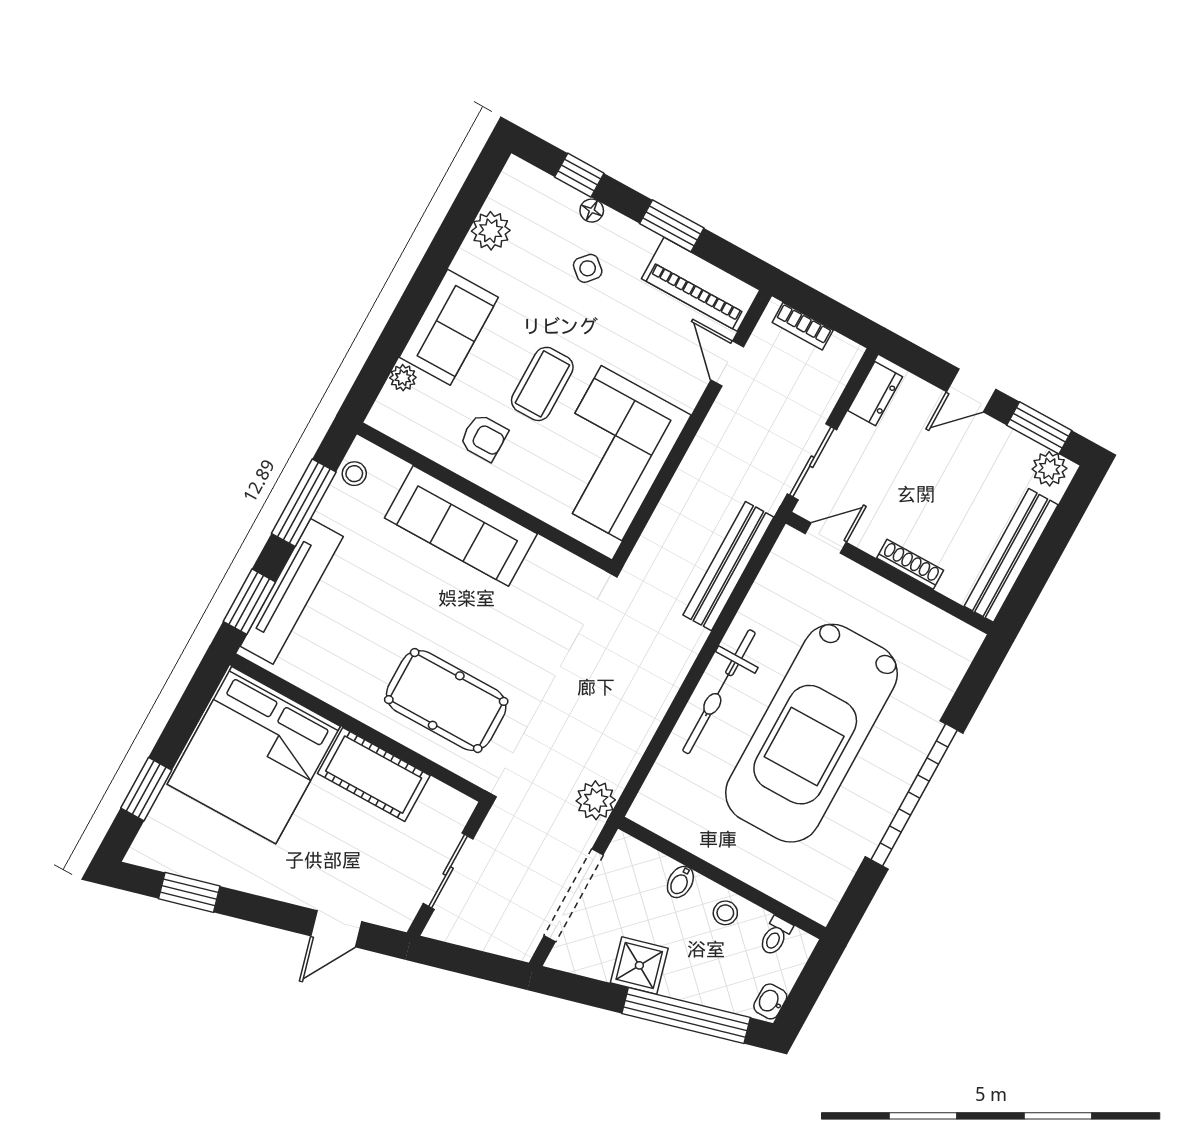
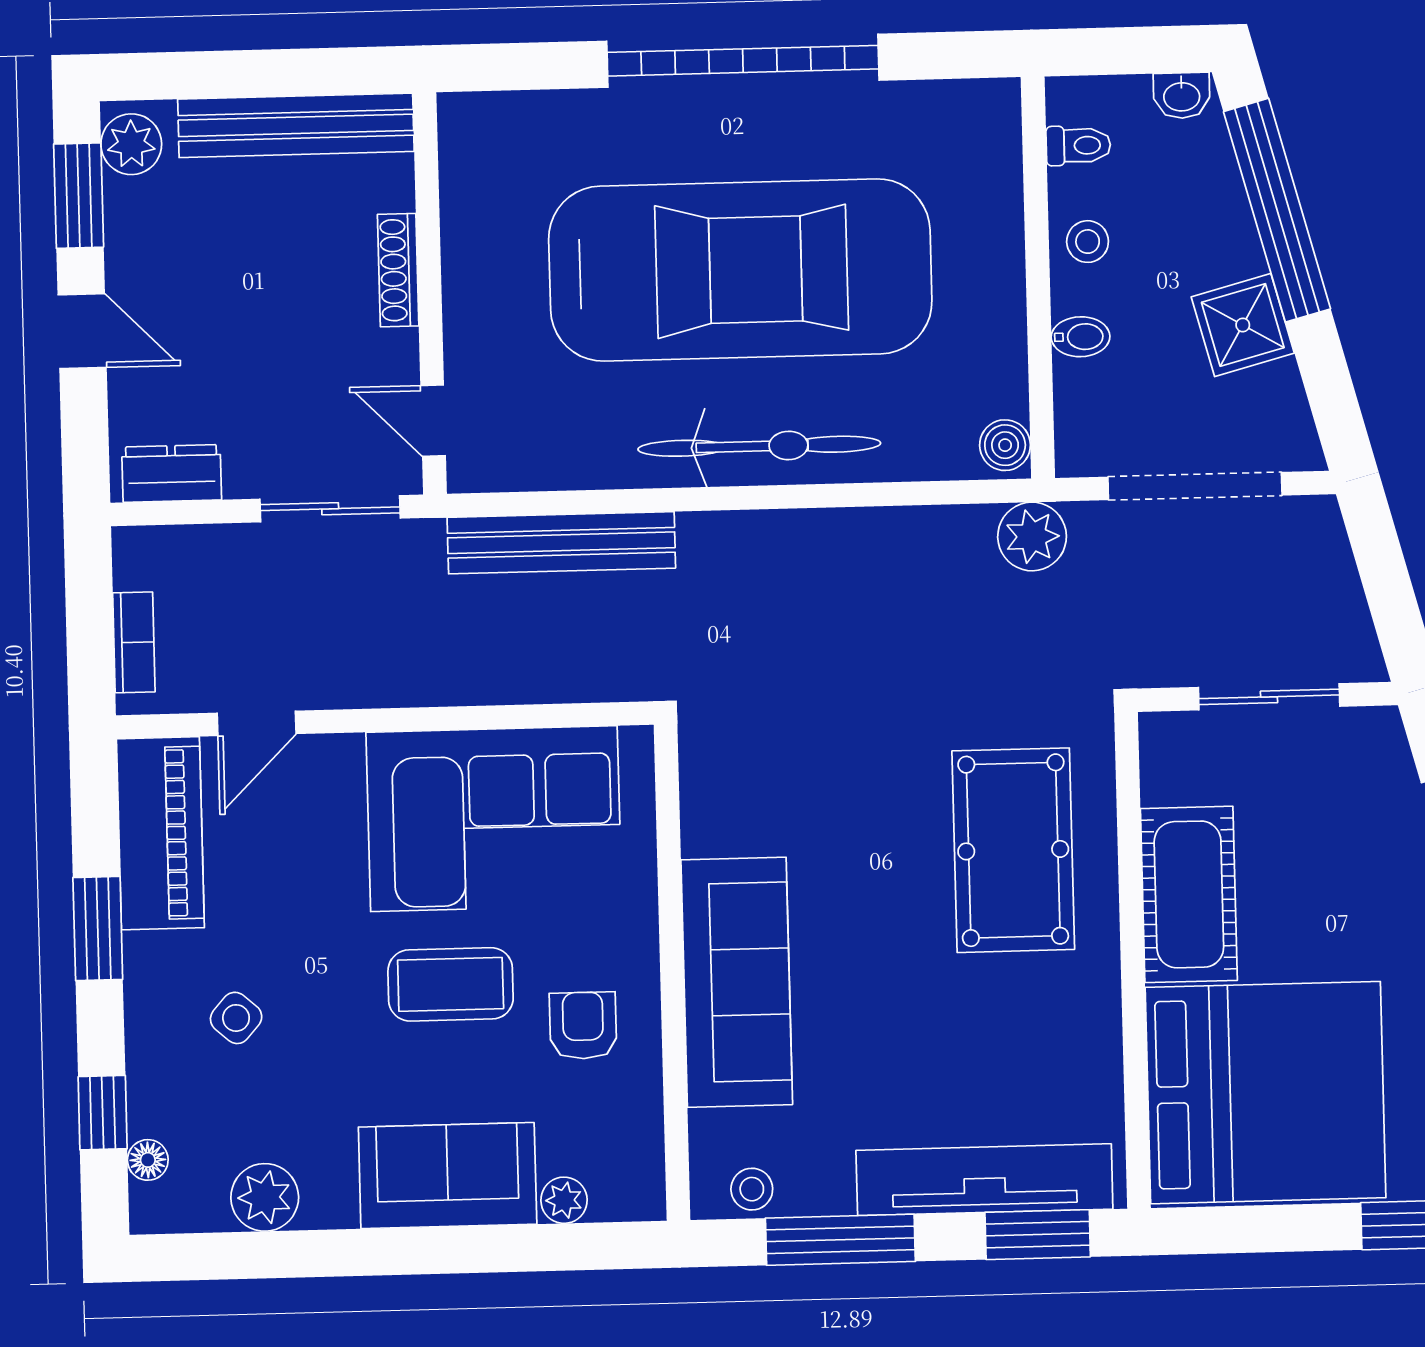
floor lamp: (592, 211) -> (148, 1160), moved
boiler: (649, 813) -> (1005, 445), added

